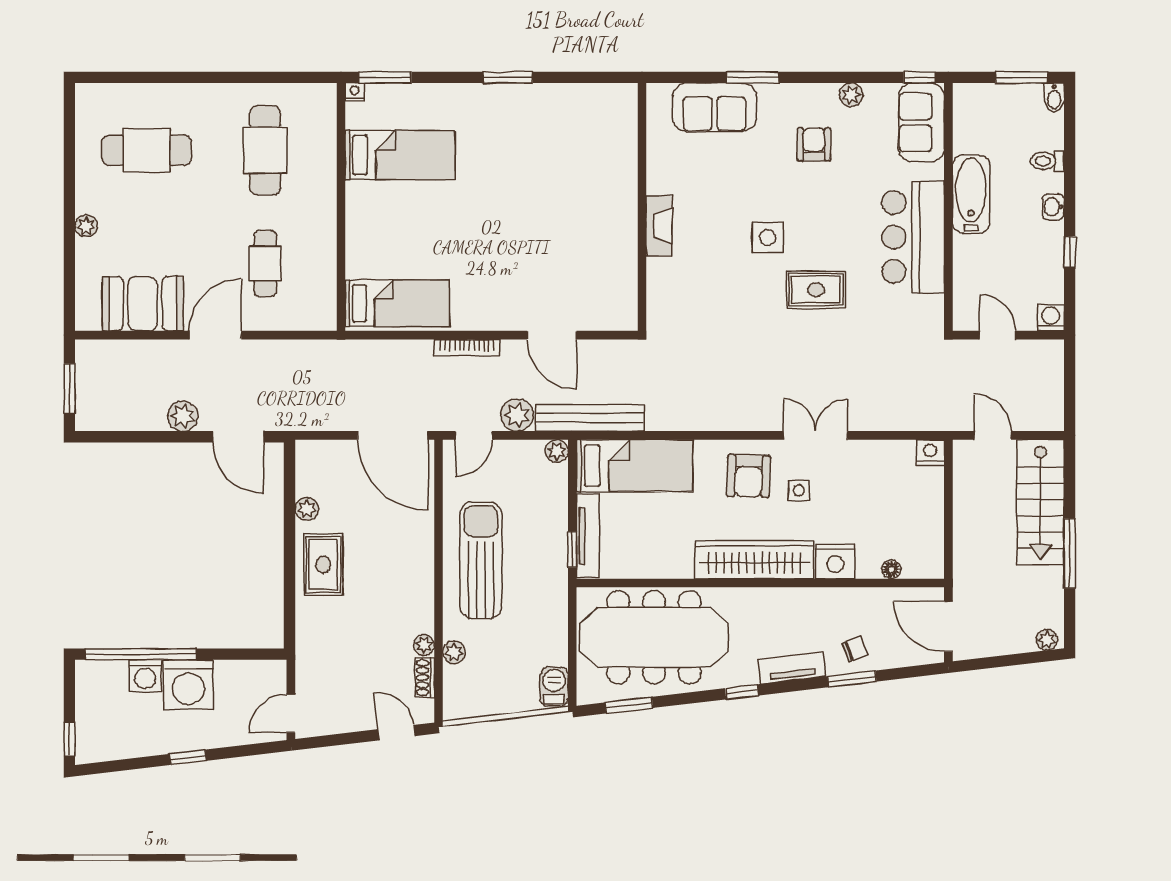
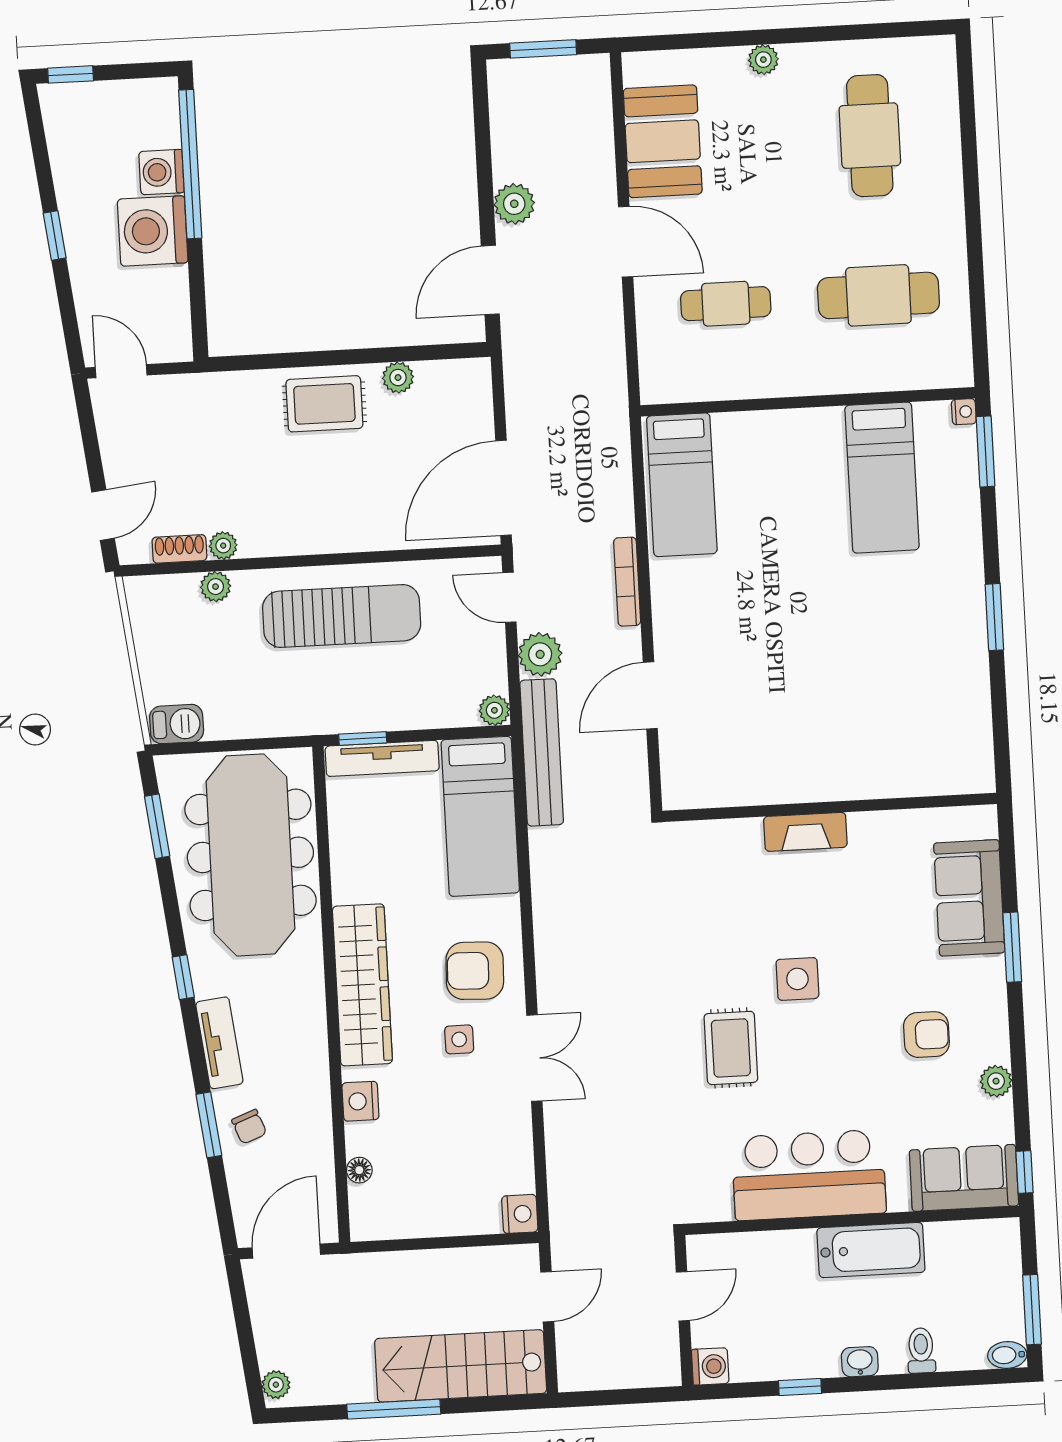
nightstand: (835, 561) -> (360, 1101), width x0.74, depth x0.75

